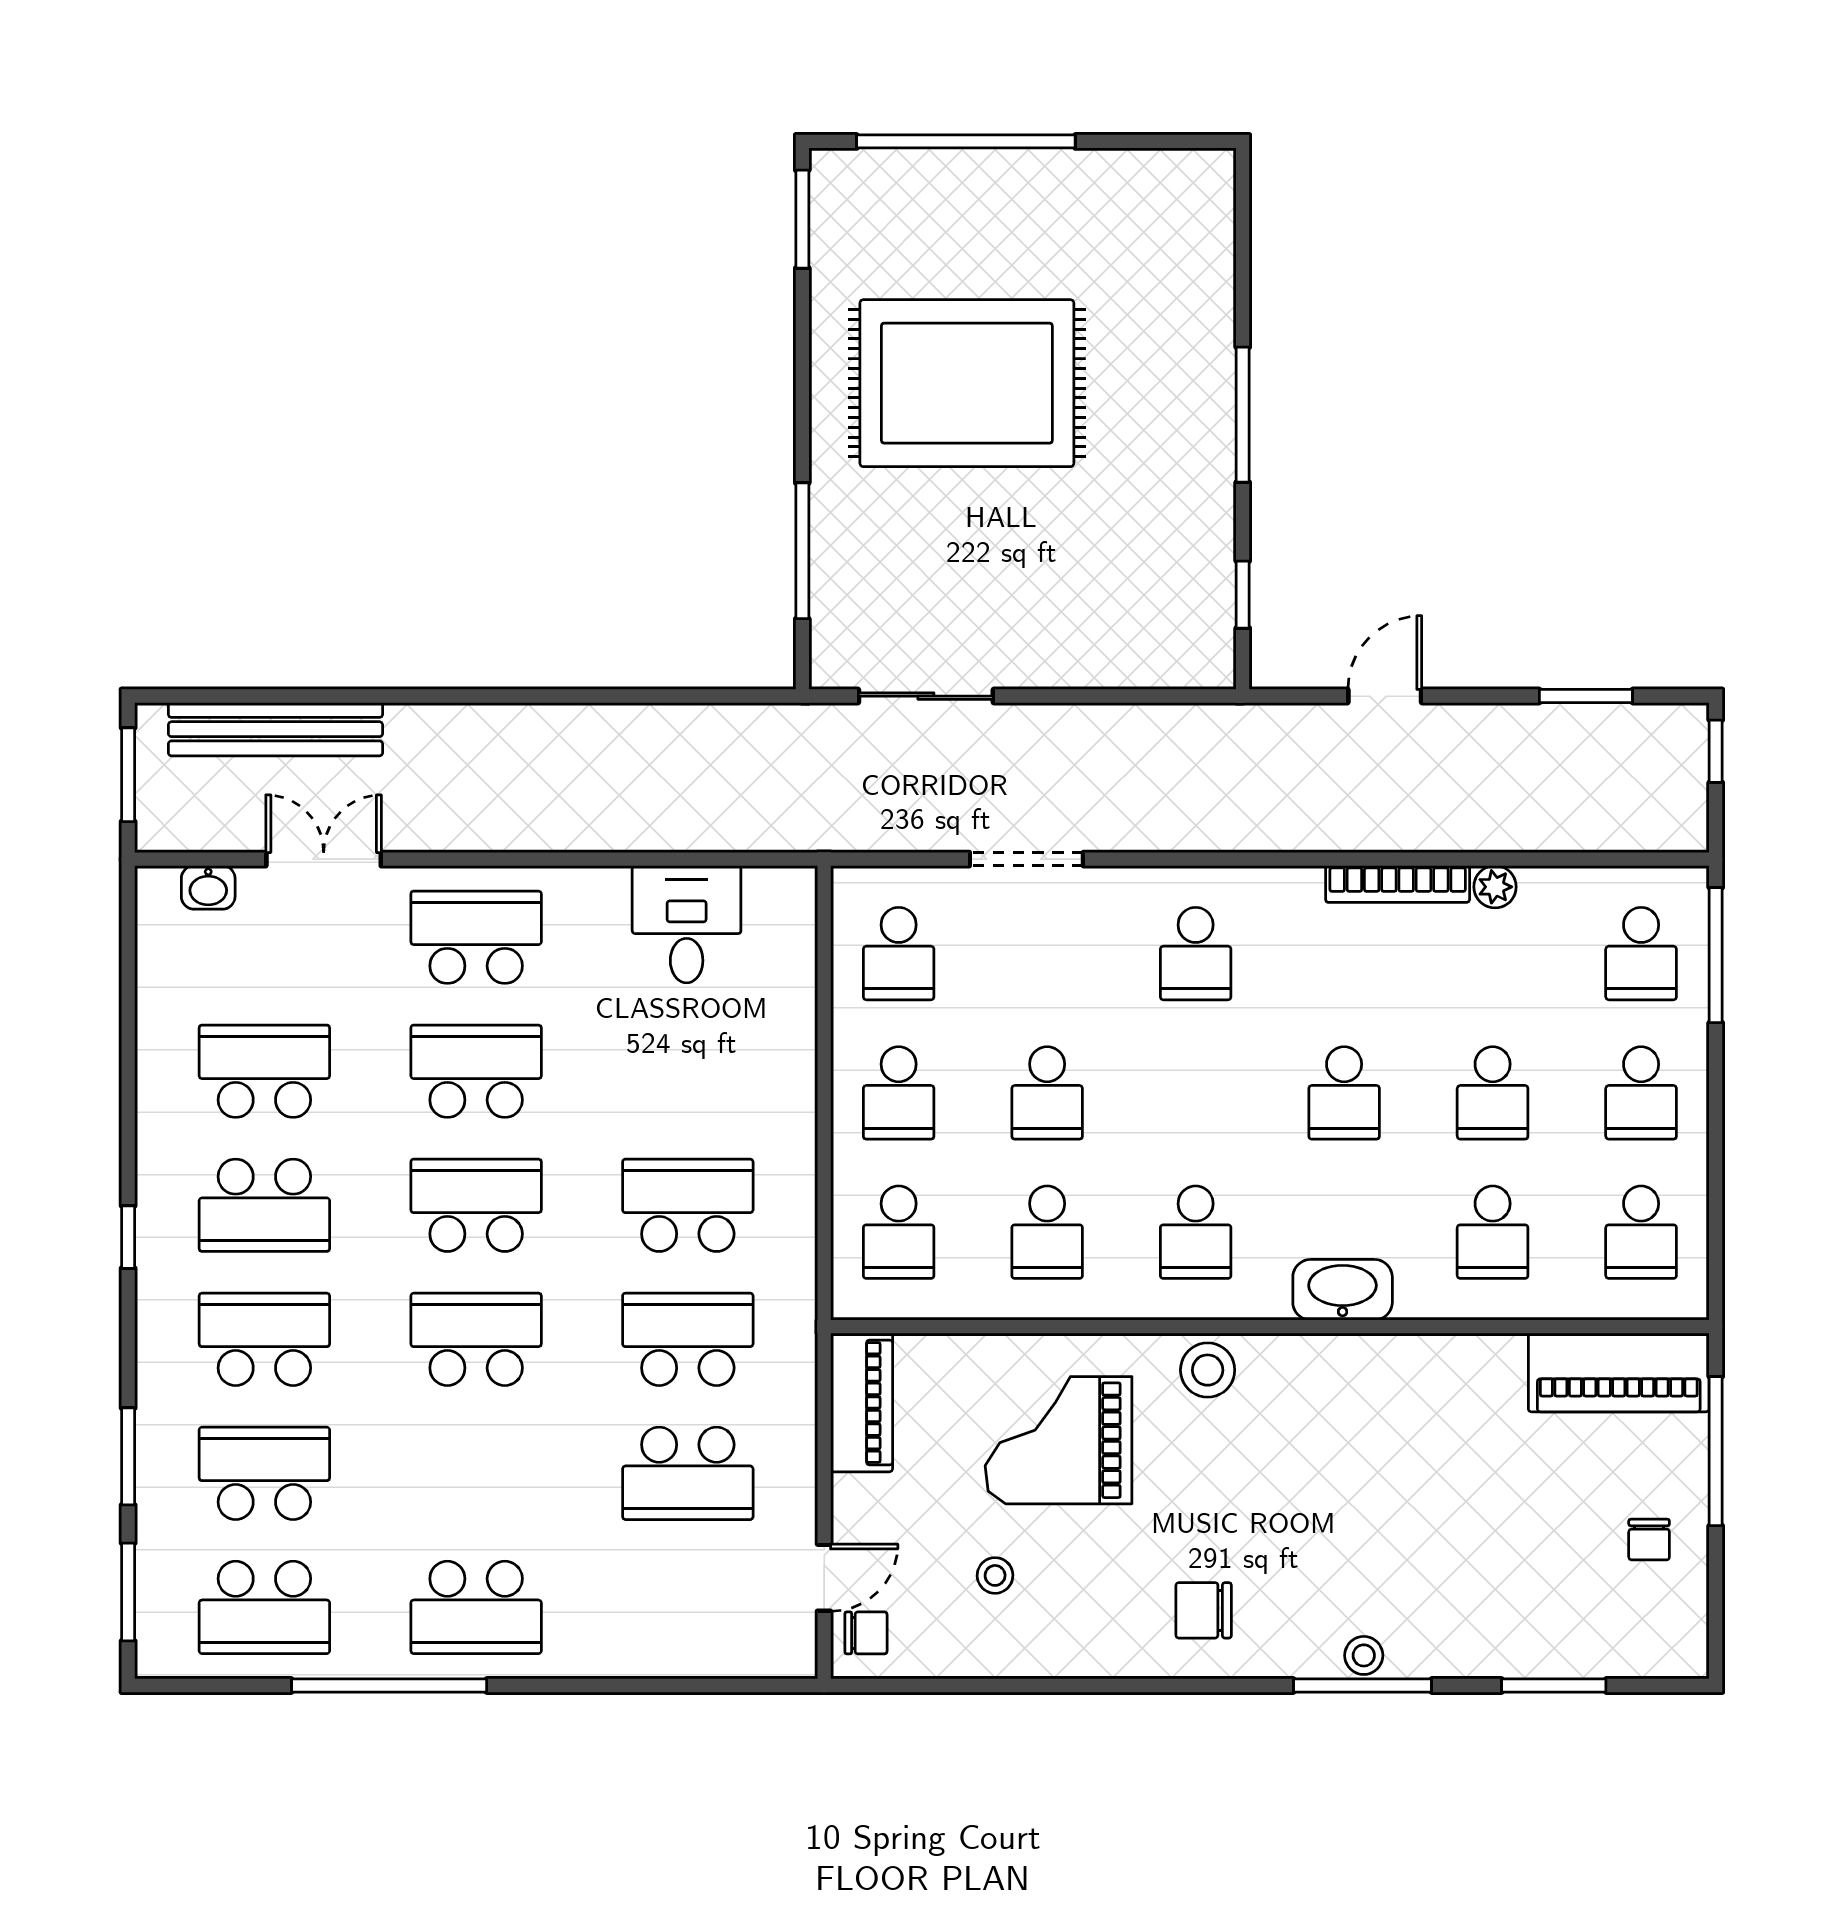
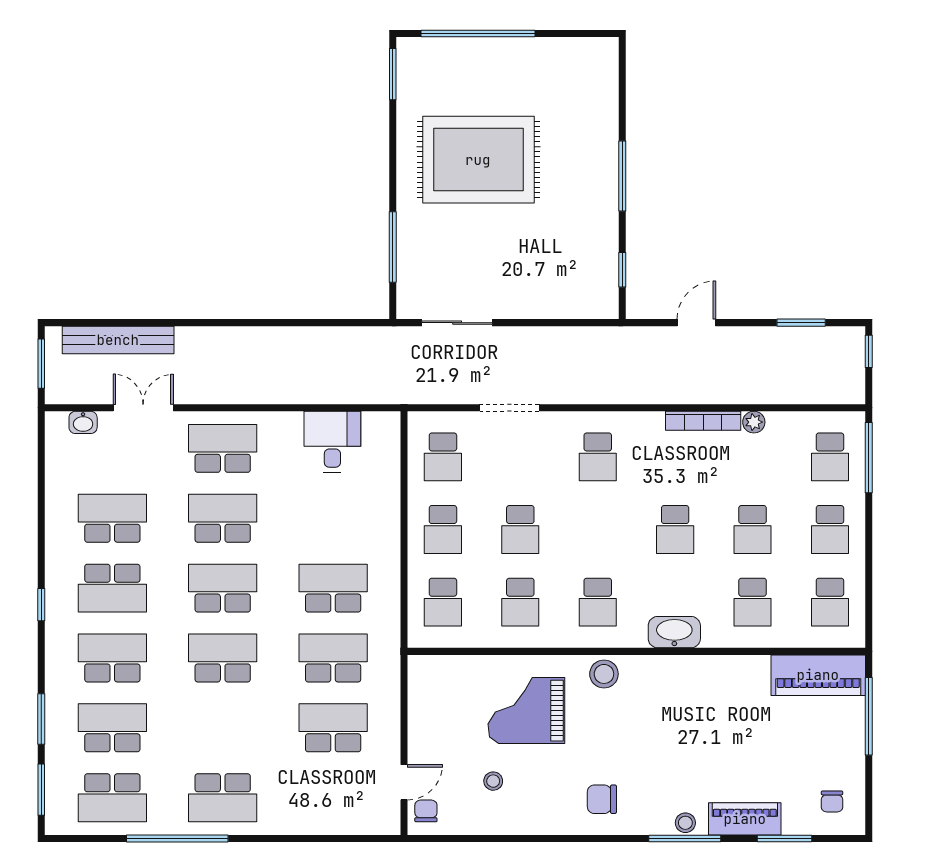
piano: (862, 1402) -> (745, 819), moved, turned -90
school desk: (688, 1473) -> (333, 728), turned 180
chair: (1649, 1540) -> (832, 801), moved
chair: (866, 1633) -> (426, 811), turned -90

